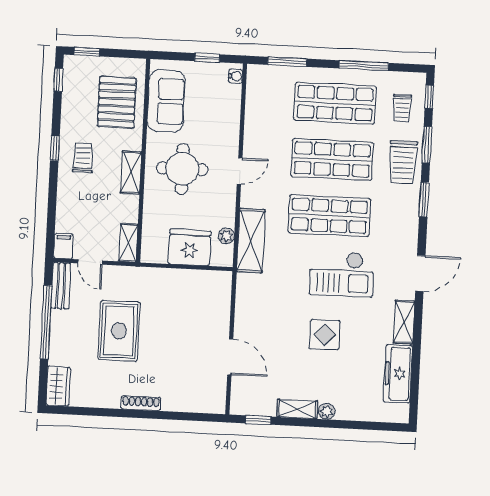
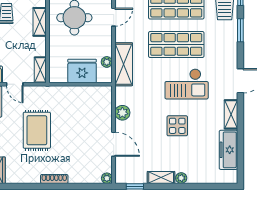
plant: (245, 311) -> (122, 113), added
plant: (218, 406) -> (107, 178), added

